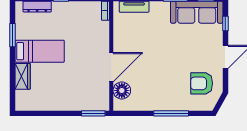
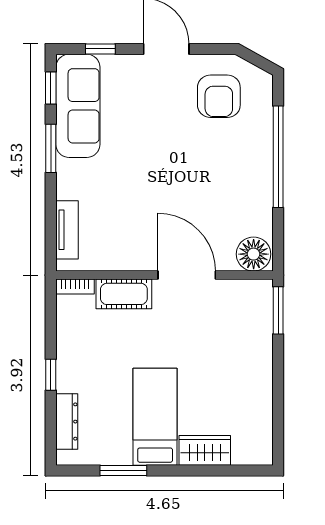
cot: (102, 35) -> (124, 294), added
floor lamp: (122, 91) -> (254, 254), moved
window: (171, 113) -> (278, 157), width x1.46

